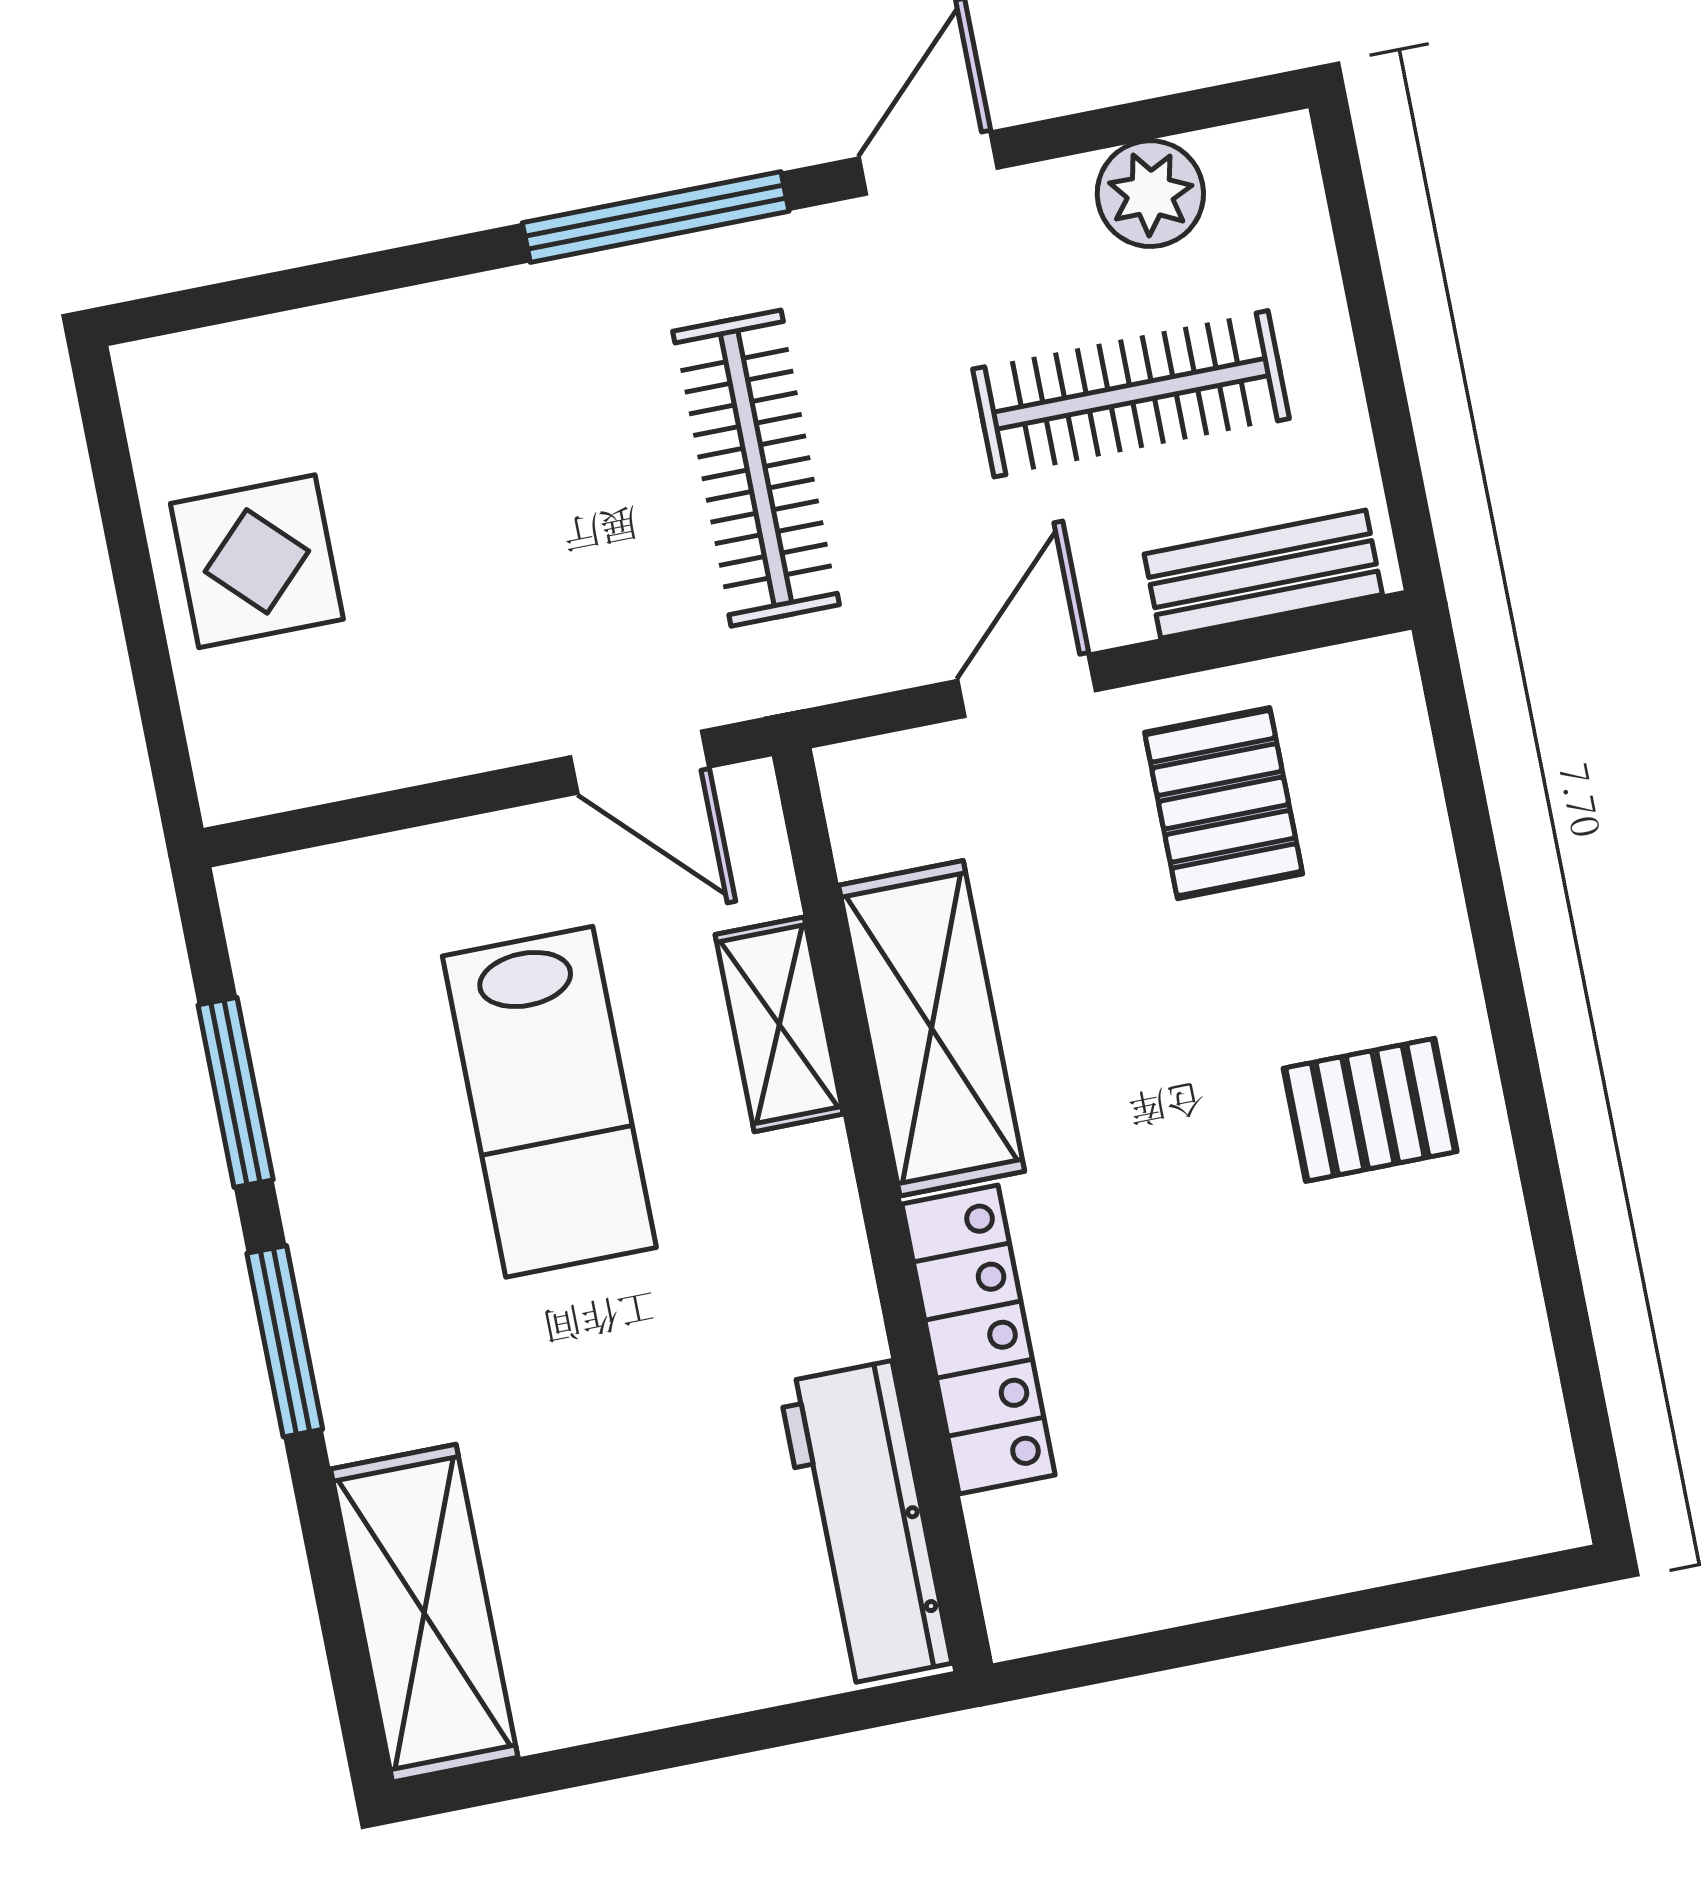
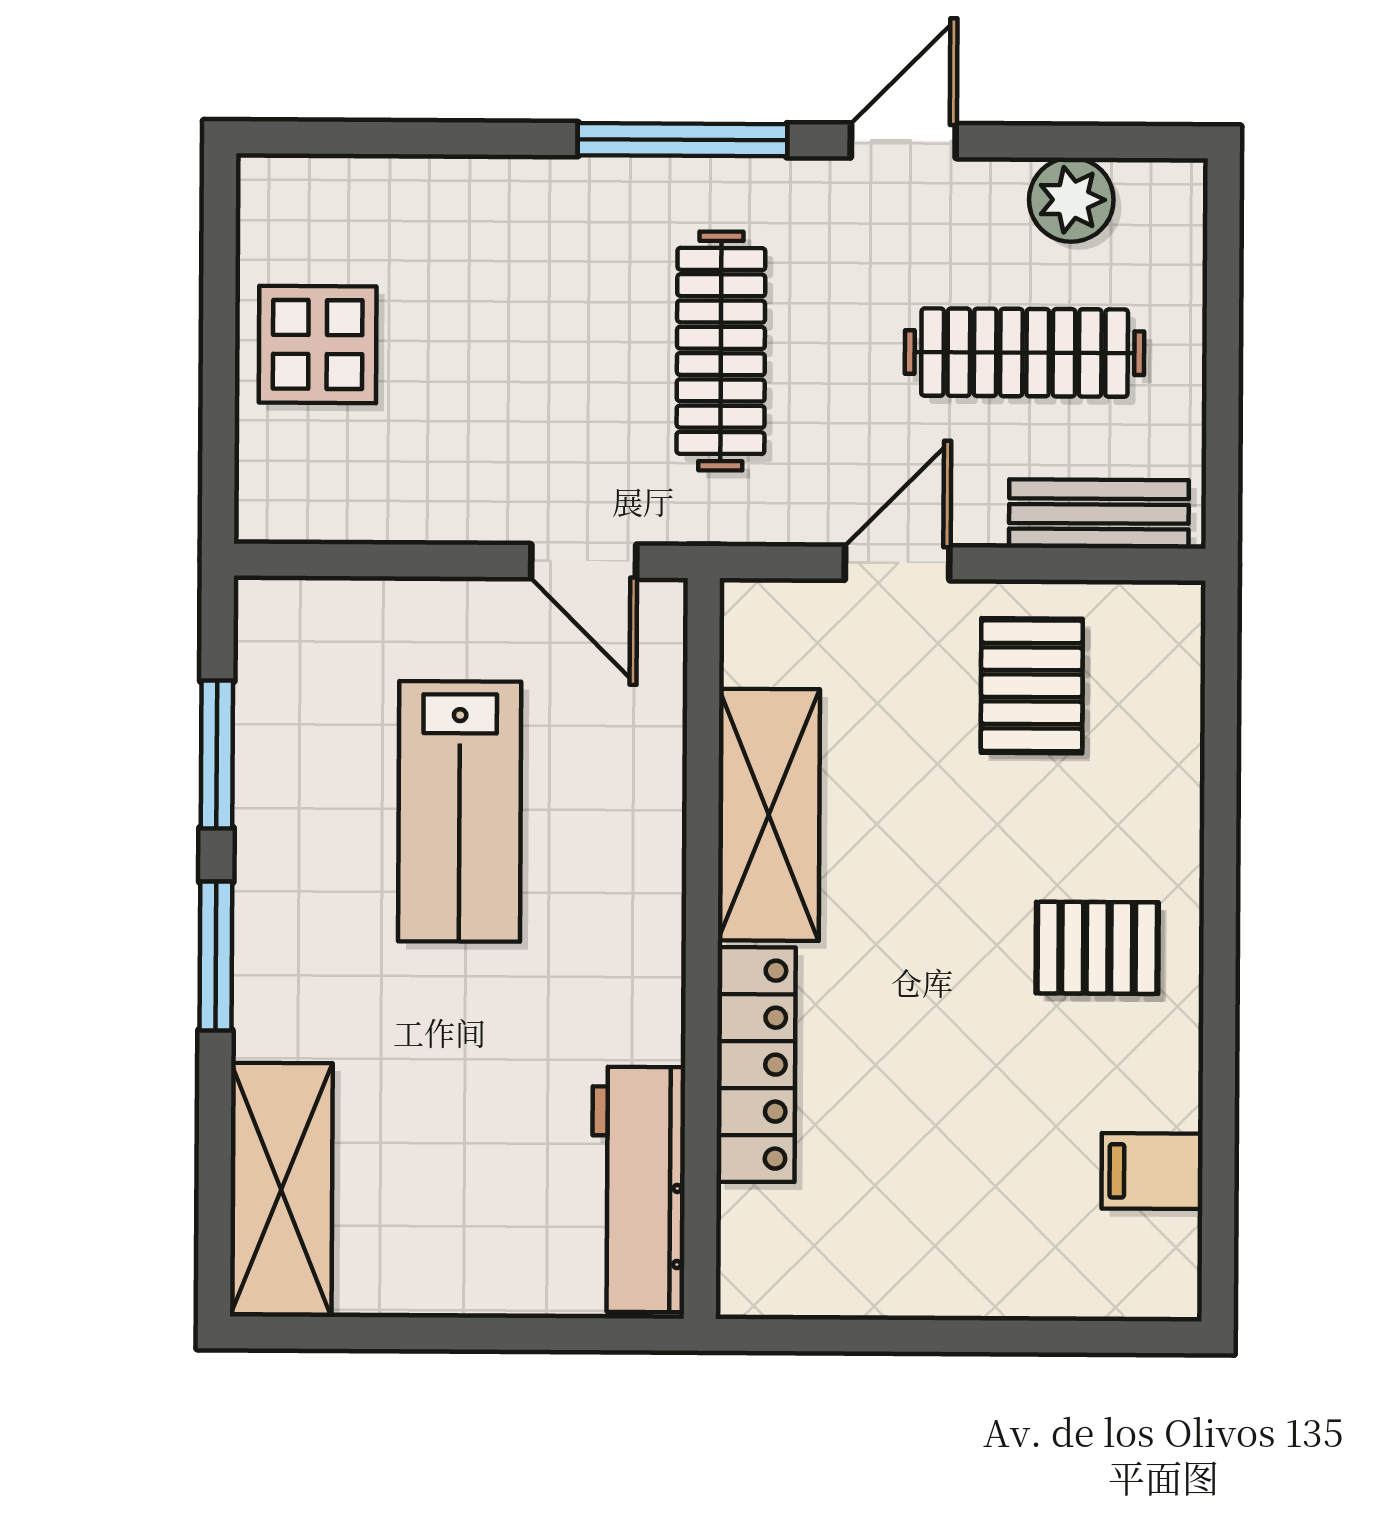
shelving: (779, 1024) -> (651, 788), removed
filing cabinet: (1494, 1372) -> (1152, 1171), added

